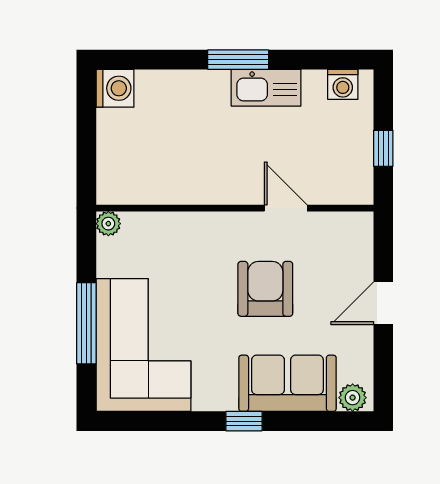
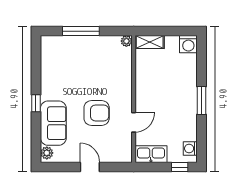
kitchen sink: (266, 88) -> (151, 154), moved, turned 90
window: (383, 148) -> (180, 167), moved
shelving: (110, 173) -> (150, 42), added
corner sofa: (143, 345) -> (71, 57), removed

